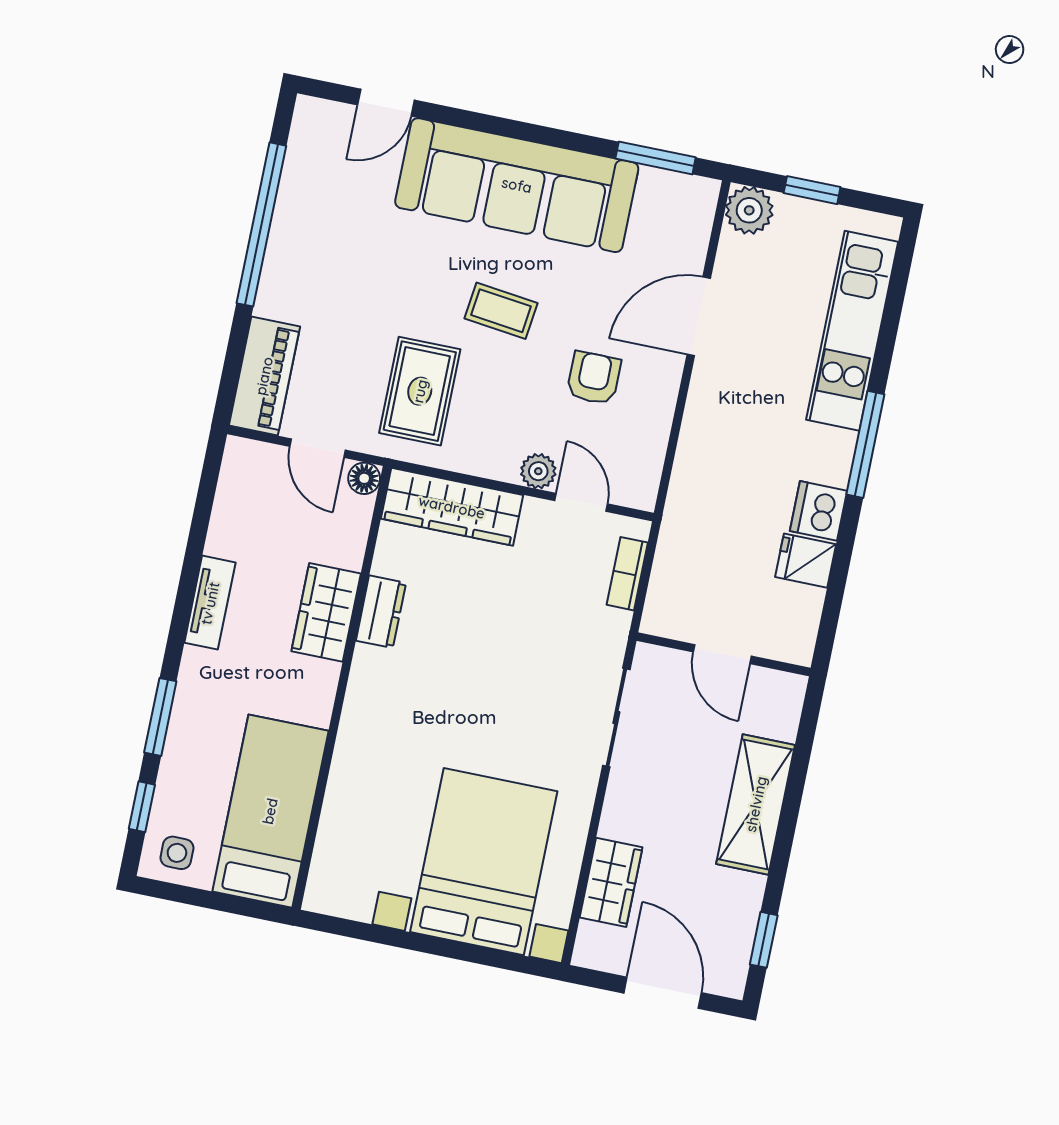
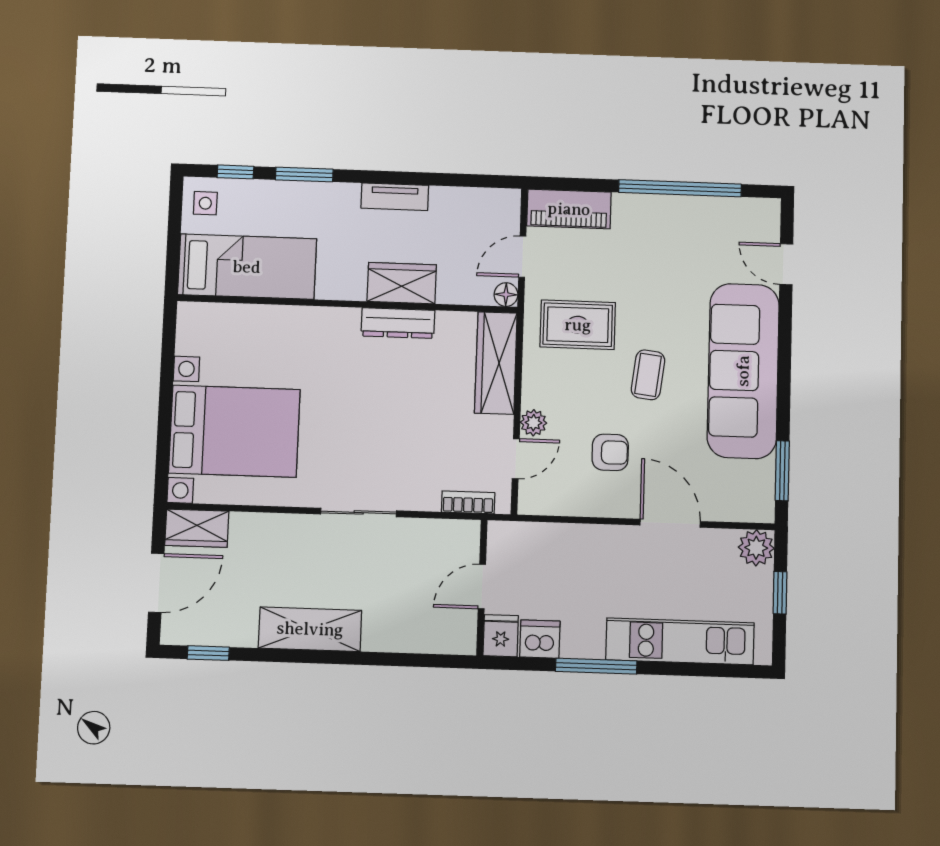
dresser: (381, 612) -> (398, 323), width x1.44
door: (722, 654) -> (482, 586), moved
wall: (724, 654) -> (482, 588), moved
wardrobe: (611, 882) -> (197, 528), moved

